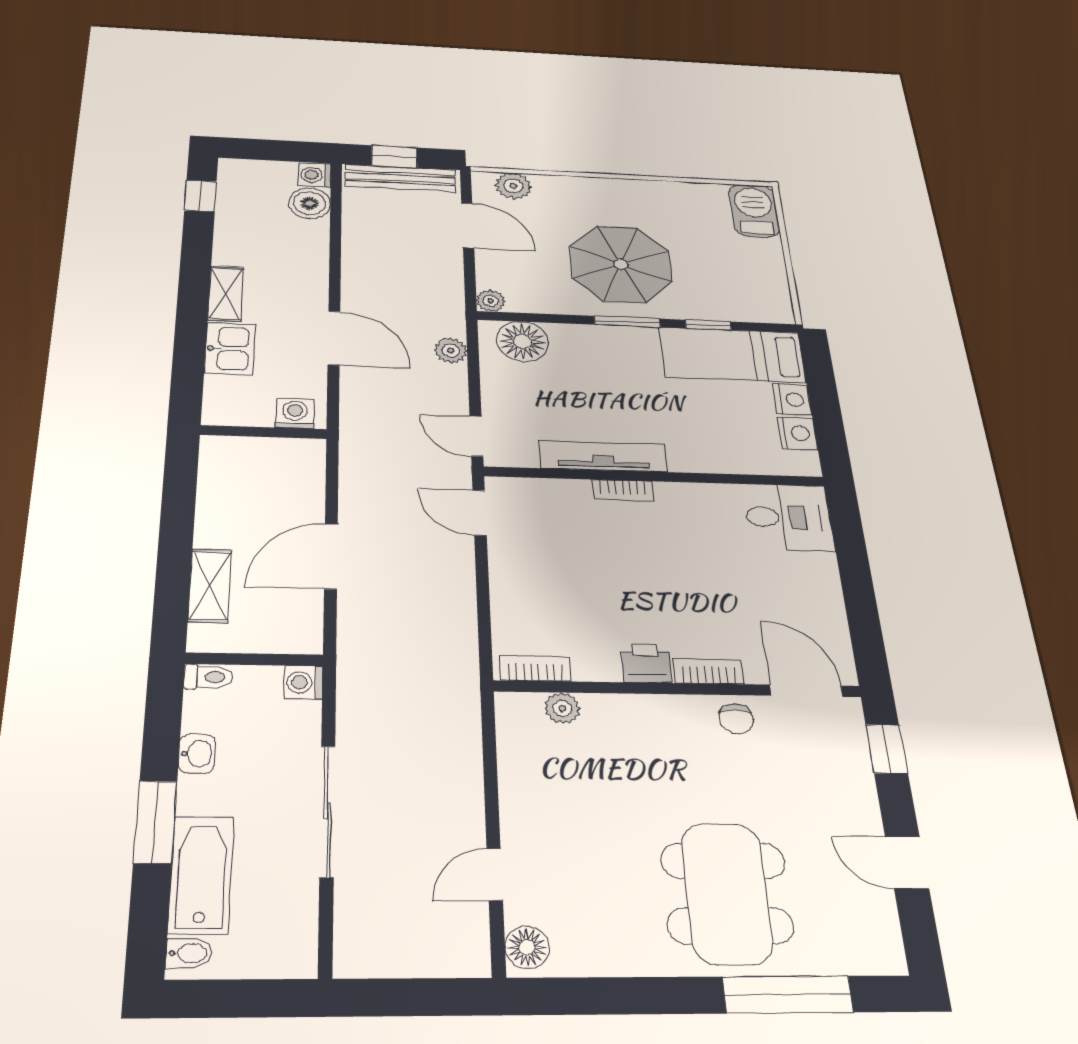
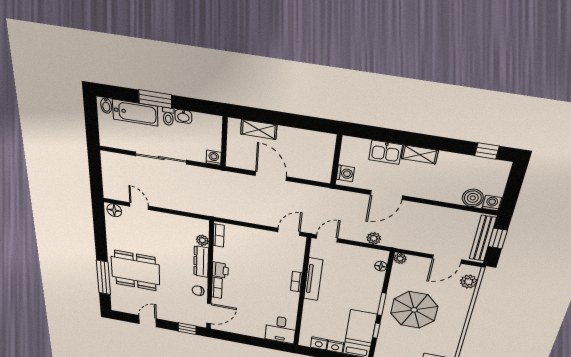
floor lamp: (523, 341) -> (381, 266), width x0.53, depth x0.53
toilet: (208, 677) -> (168, 116), moved
dresser: (634, 711) -> (201, 262), added

